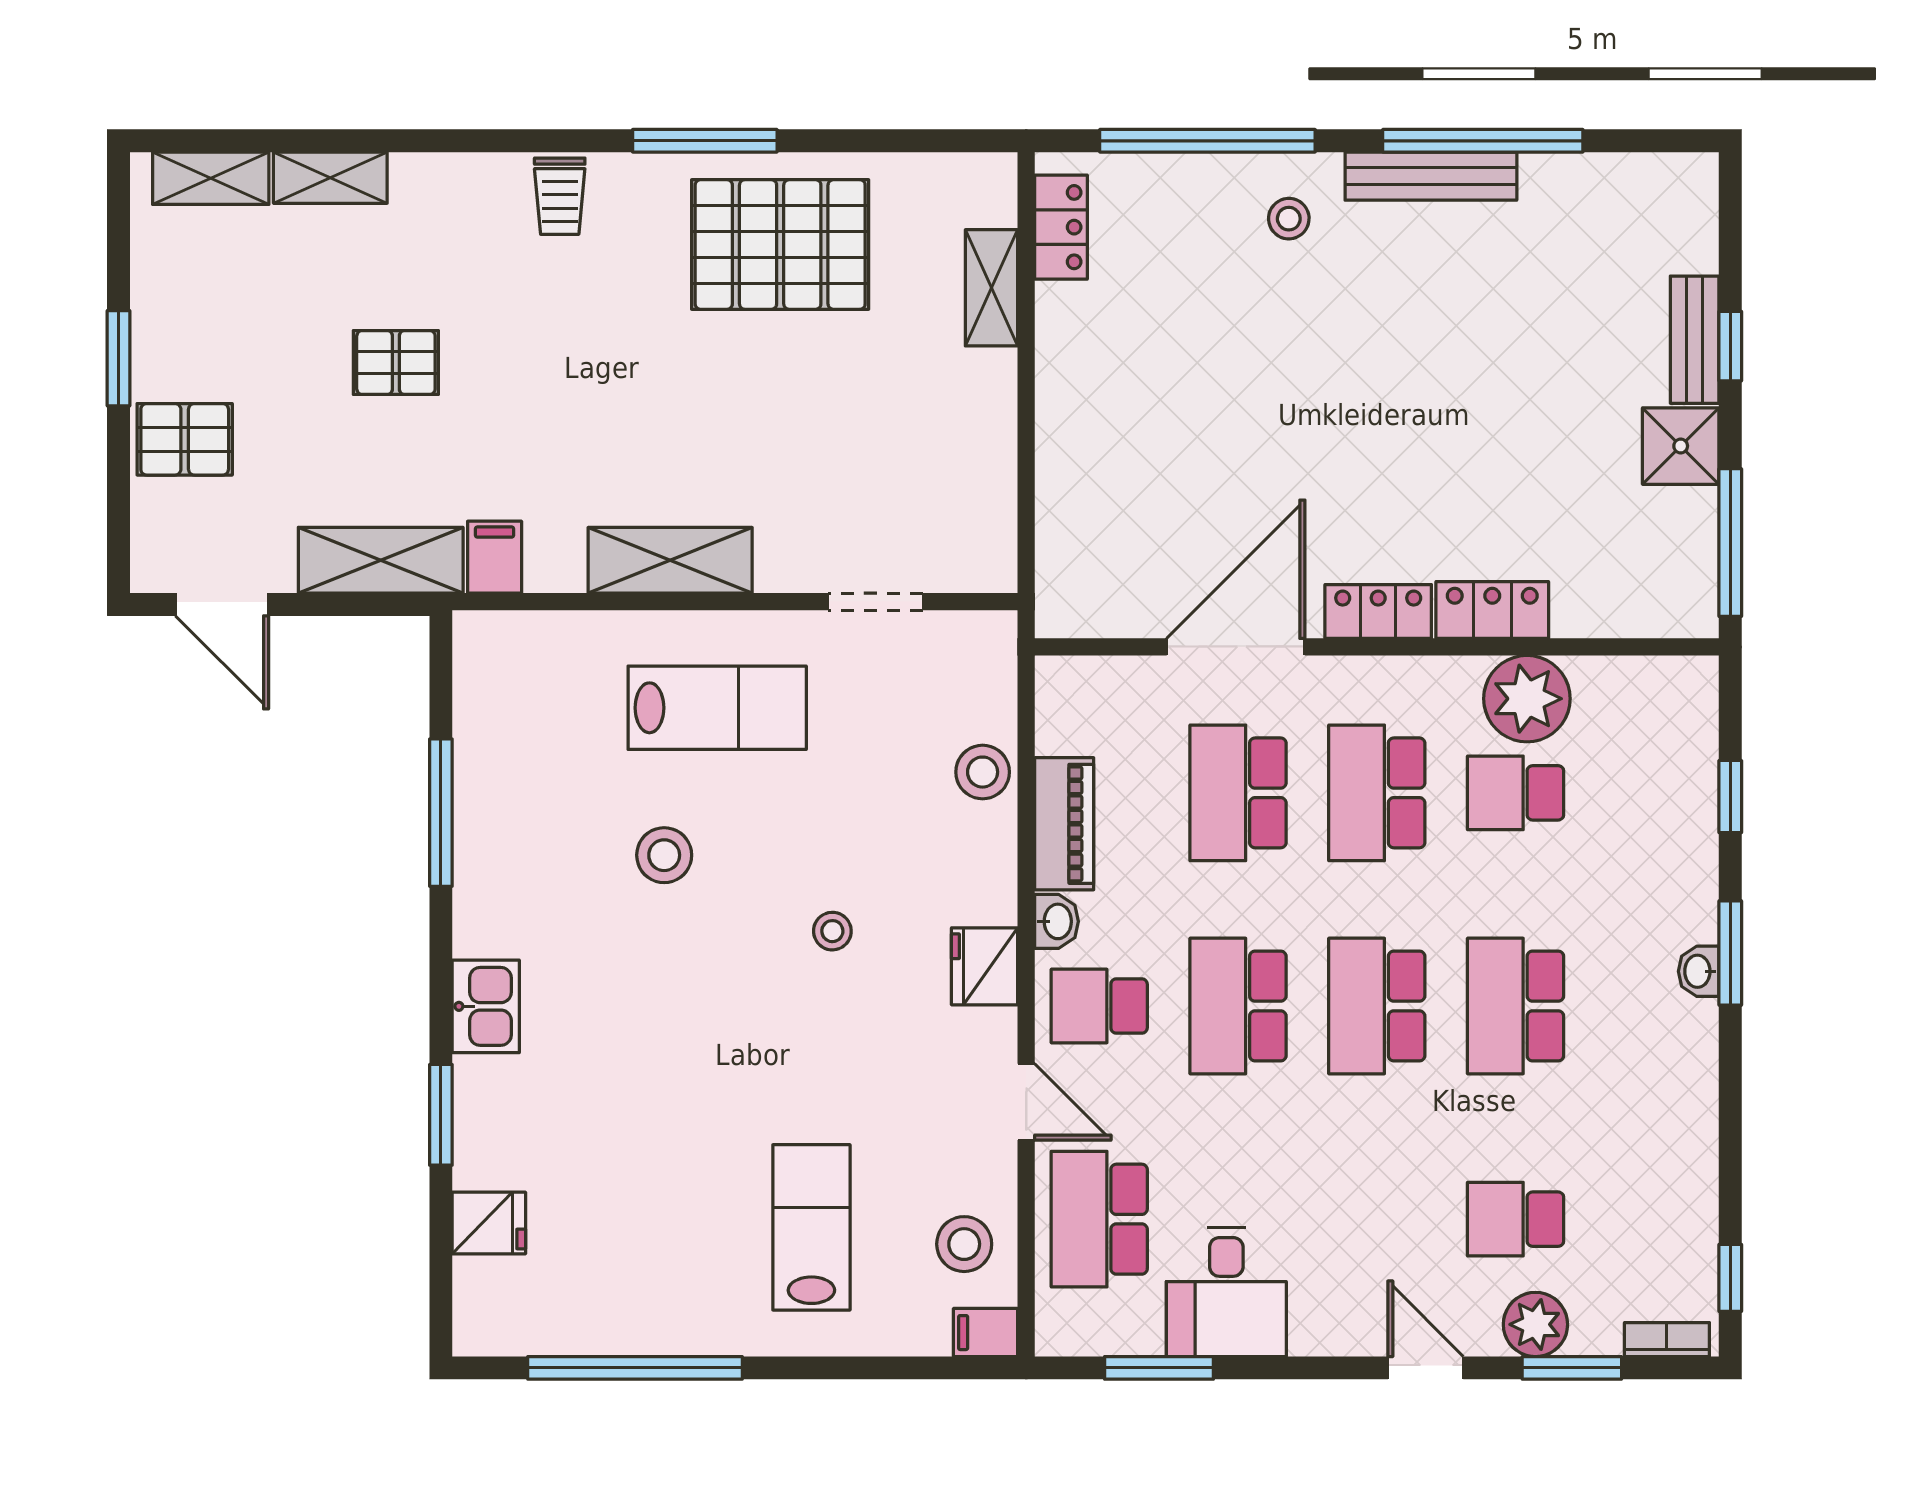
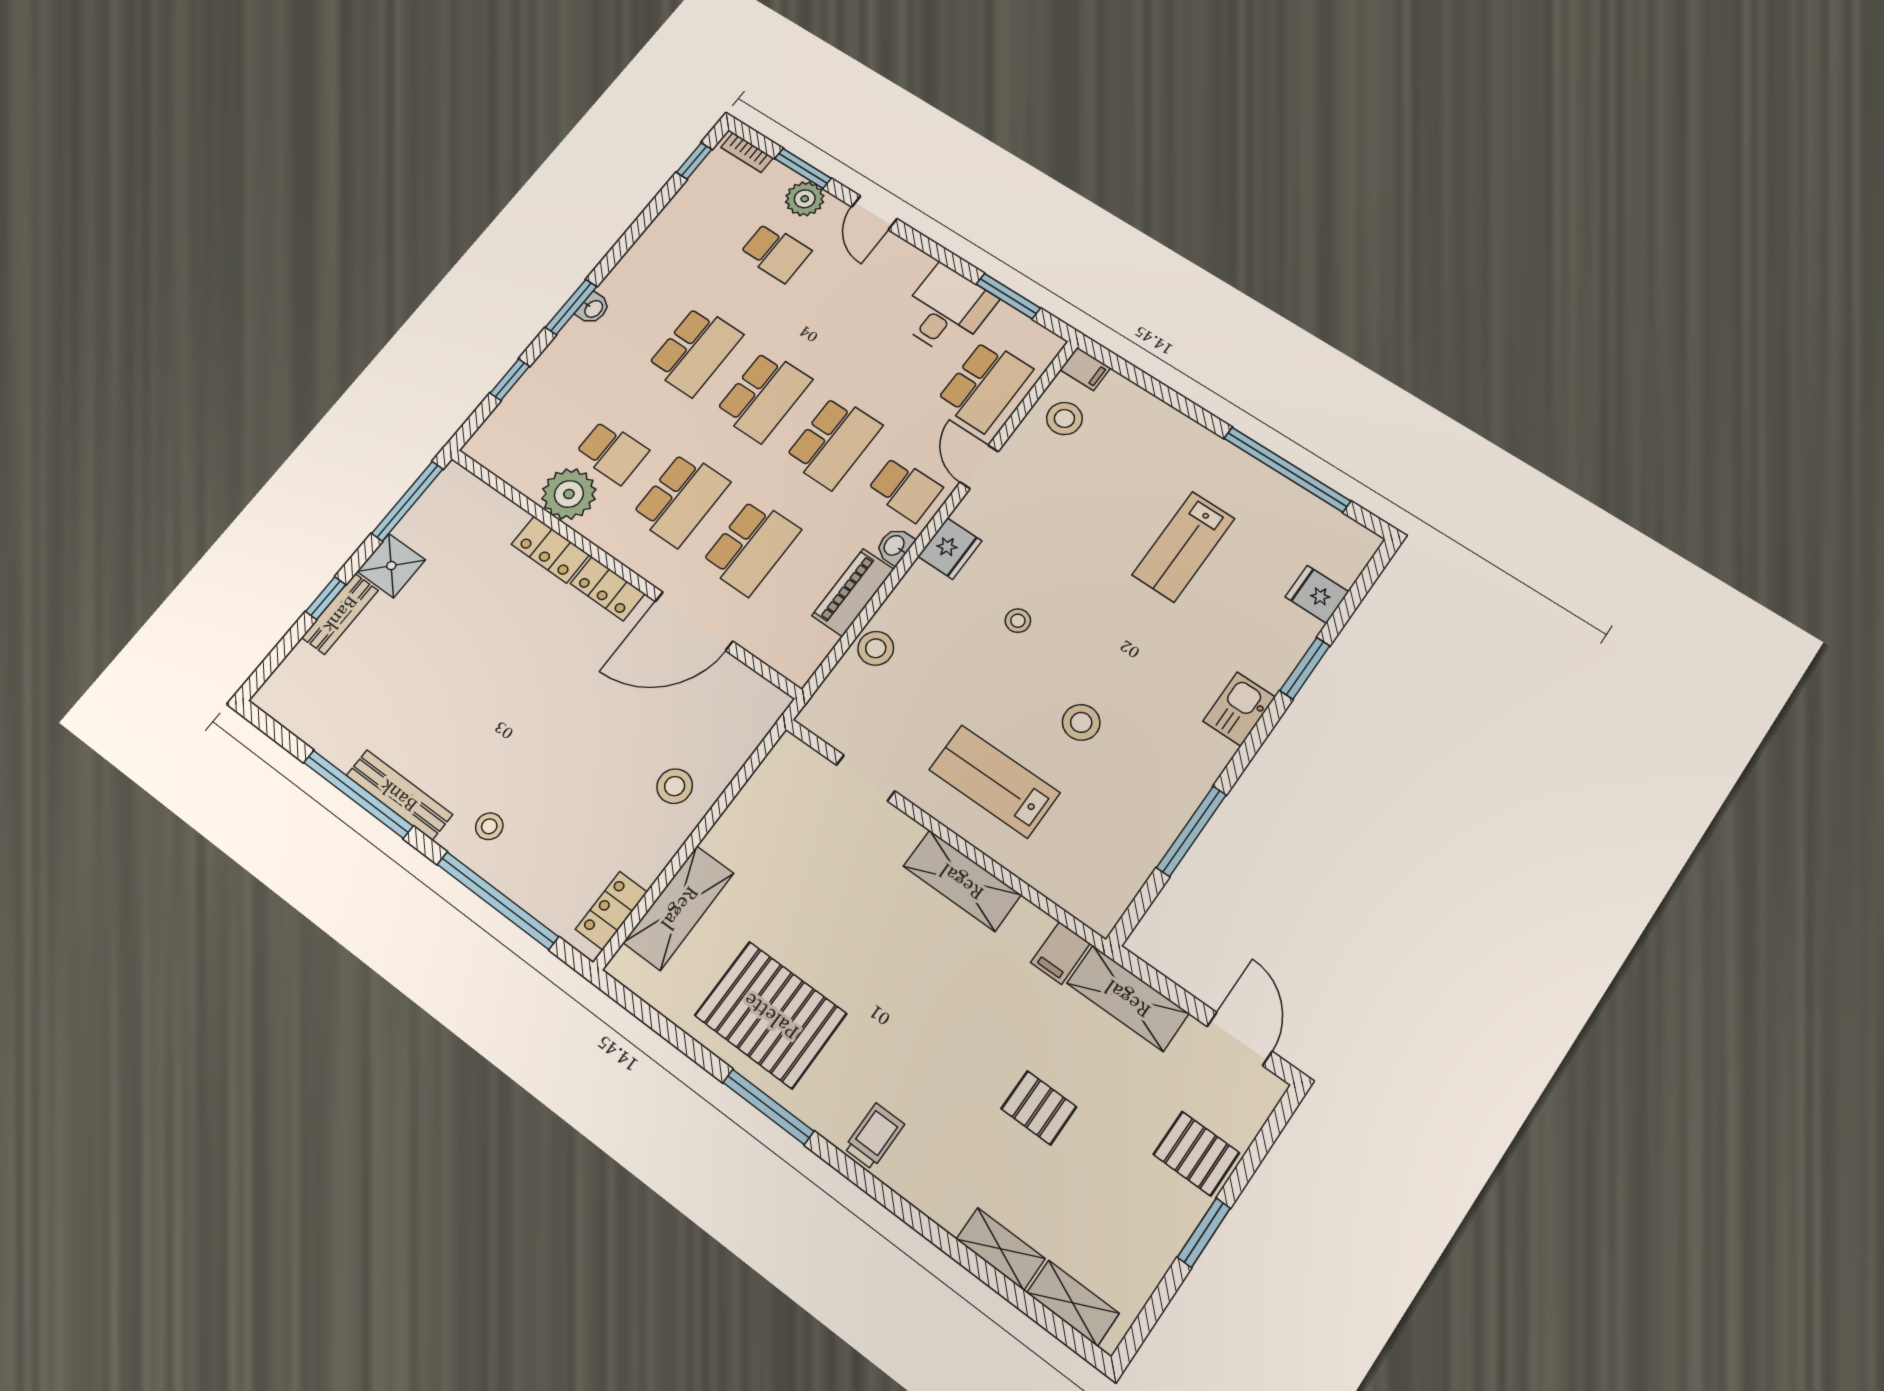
shelving: (992, 288) -> (679, 908), width x1.50, depth x1.33
stool: (1100, 427) -> (675, 786), added
lab bench: (811, 1227) -> (1183, 547), moved

